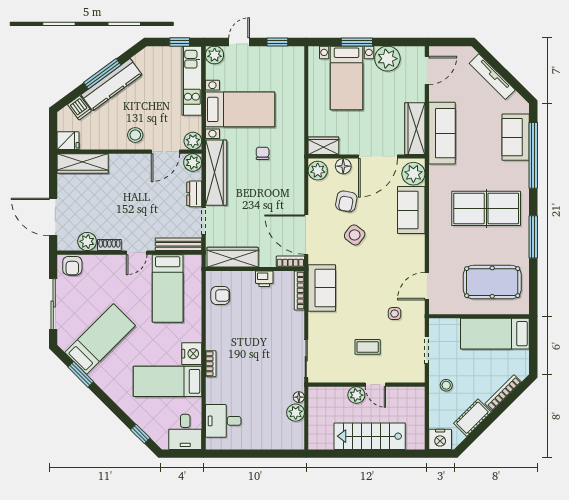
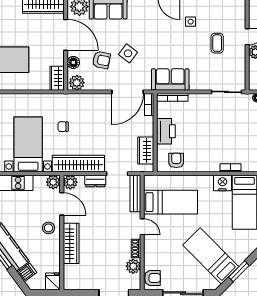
wardrobe: (83, 163) -> (71, 243), moved
wardrobe: (233, 257) -> (146, 150), width x0.67
printer: (264, 279) -> (166, 131), width x1.87, depth x1.48

